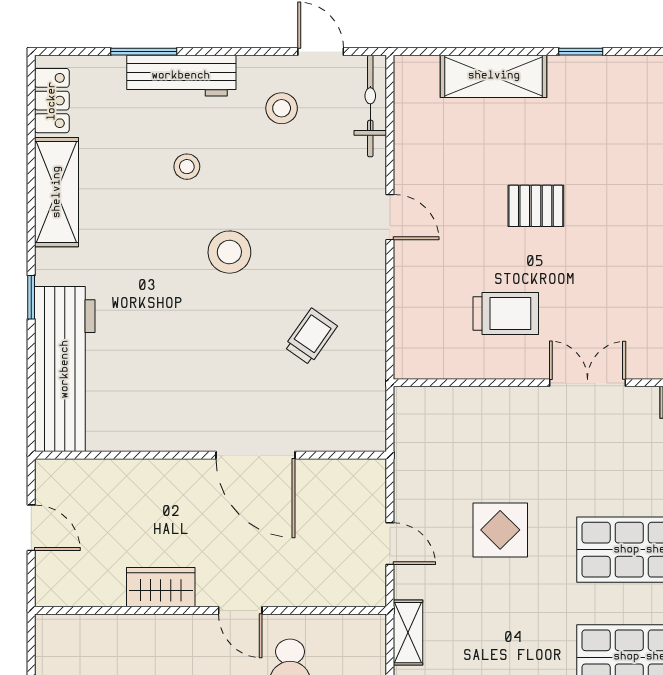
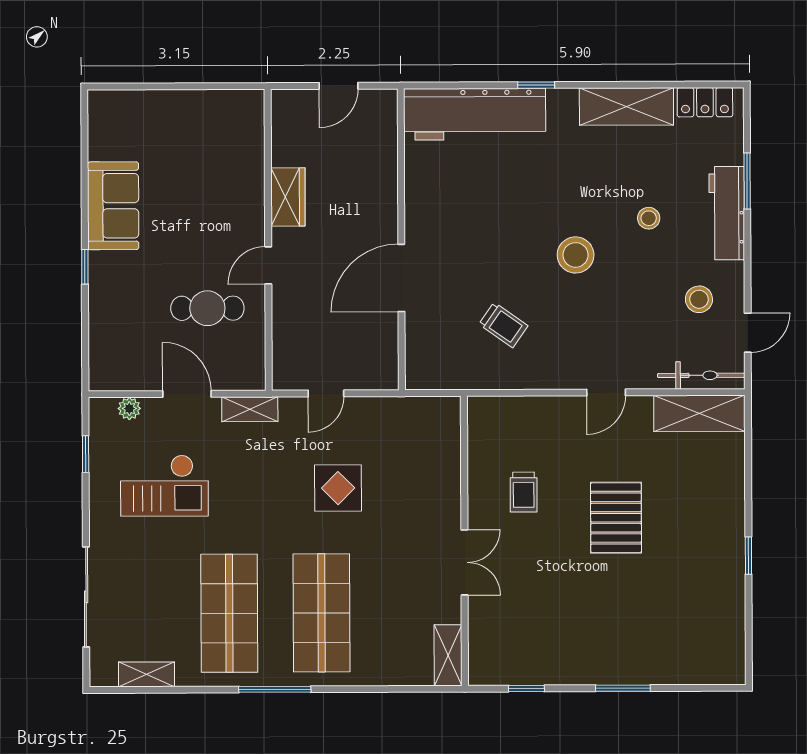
shelving: (494, 76) -> (699, 413), moved, turned 90
pallet: (536, 206) -> (616, 518), width x1.50, depth x1.42
trolley: (506, 314) -> (524, 492), width x0.73, depth x0.72

